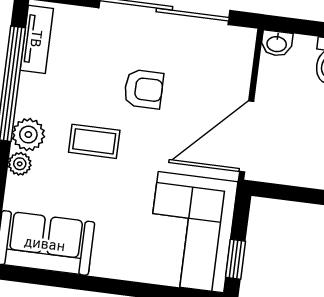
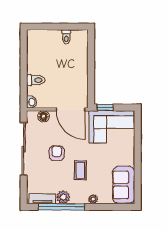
floor lamp: (238, 68) -> (44, 116), added
plant: (28, 135) -> (63, 197), moved
window: (236, 259) -> (105, 108), moved

